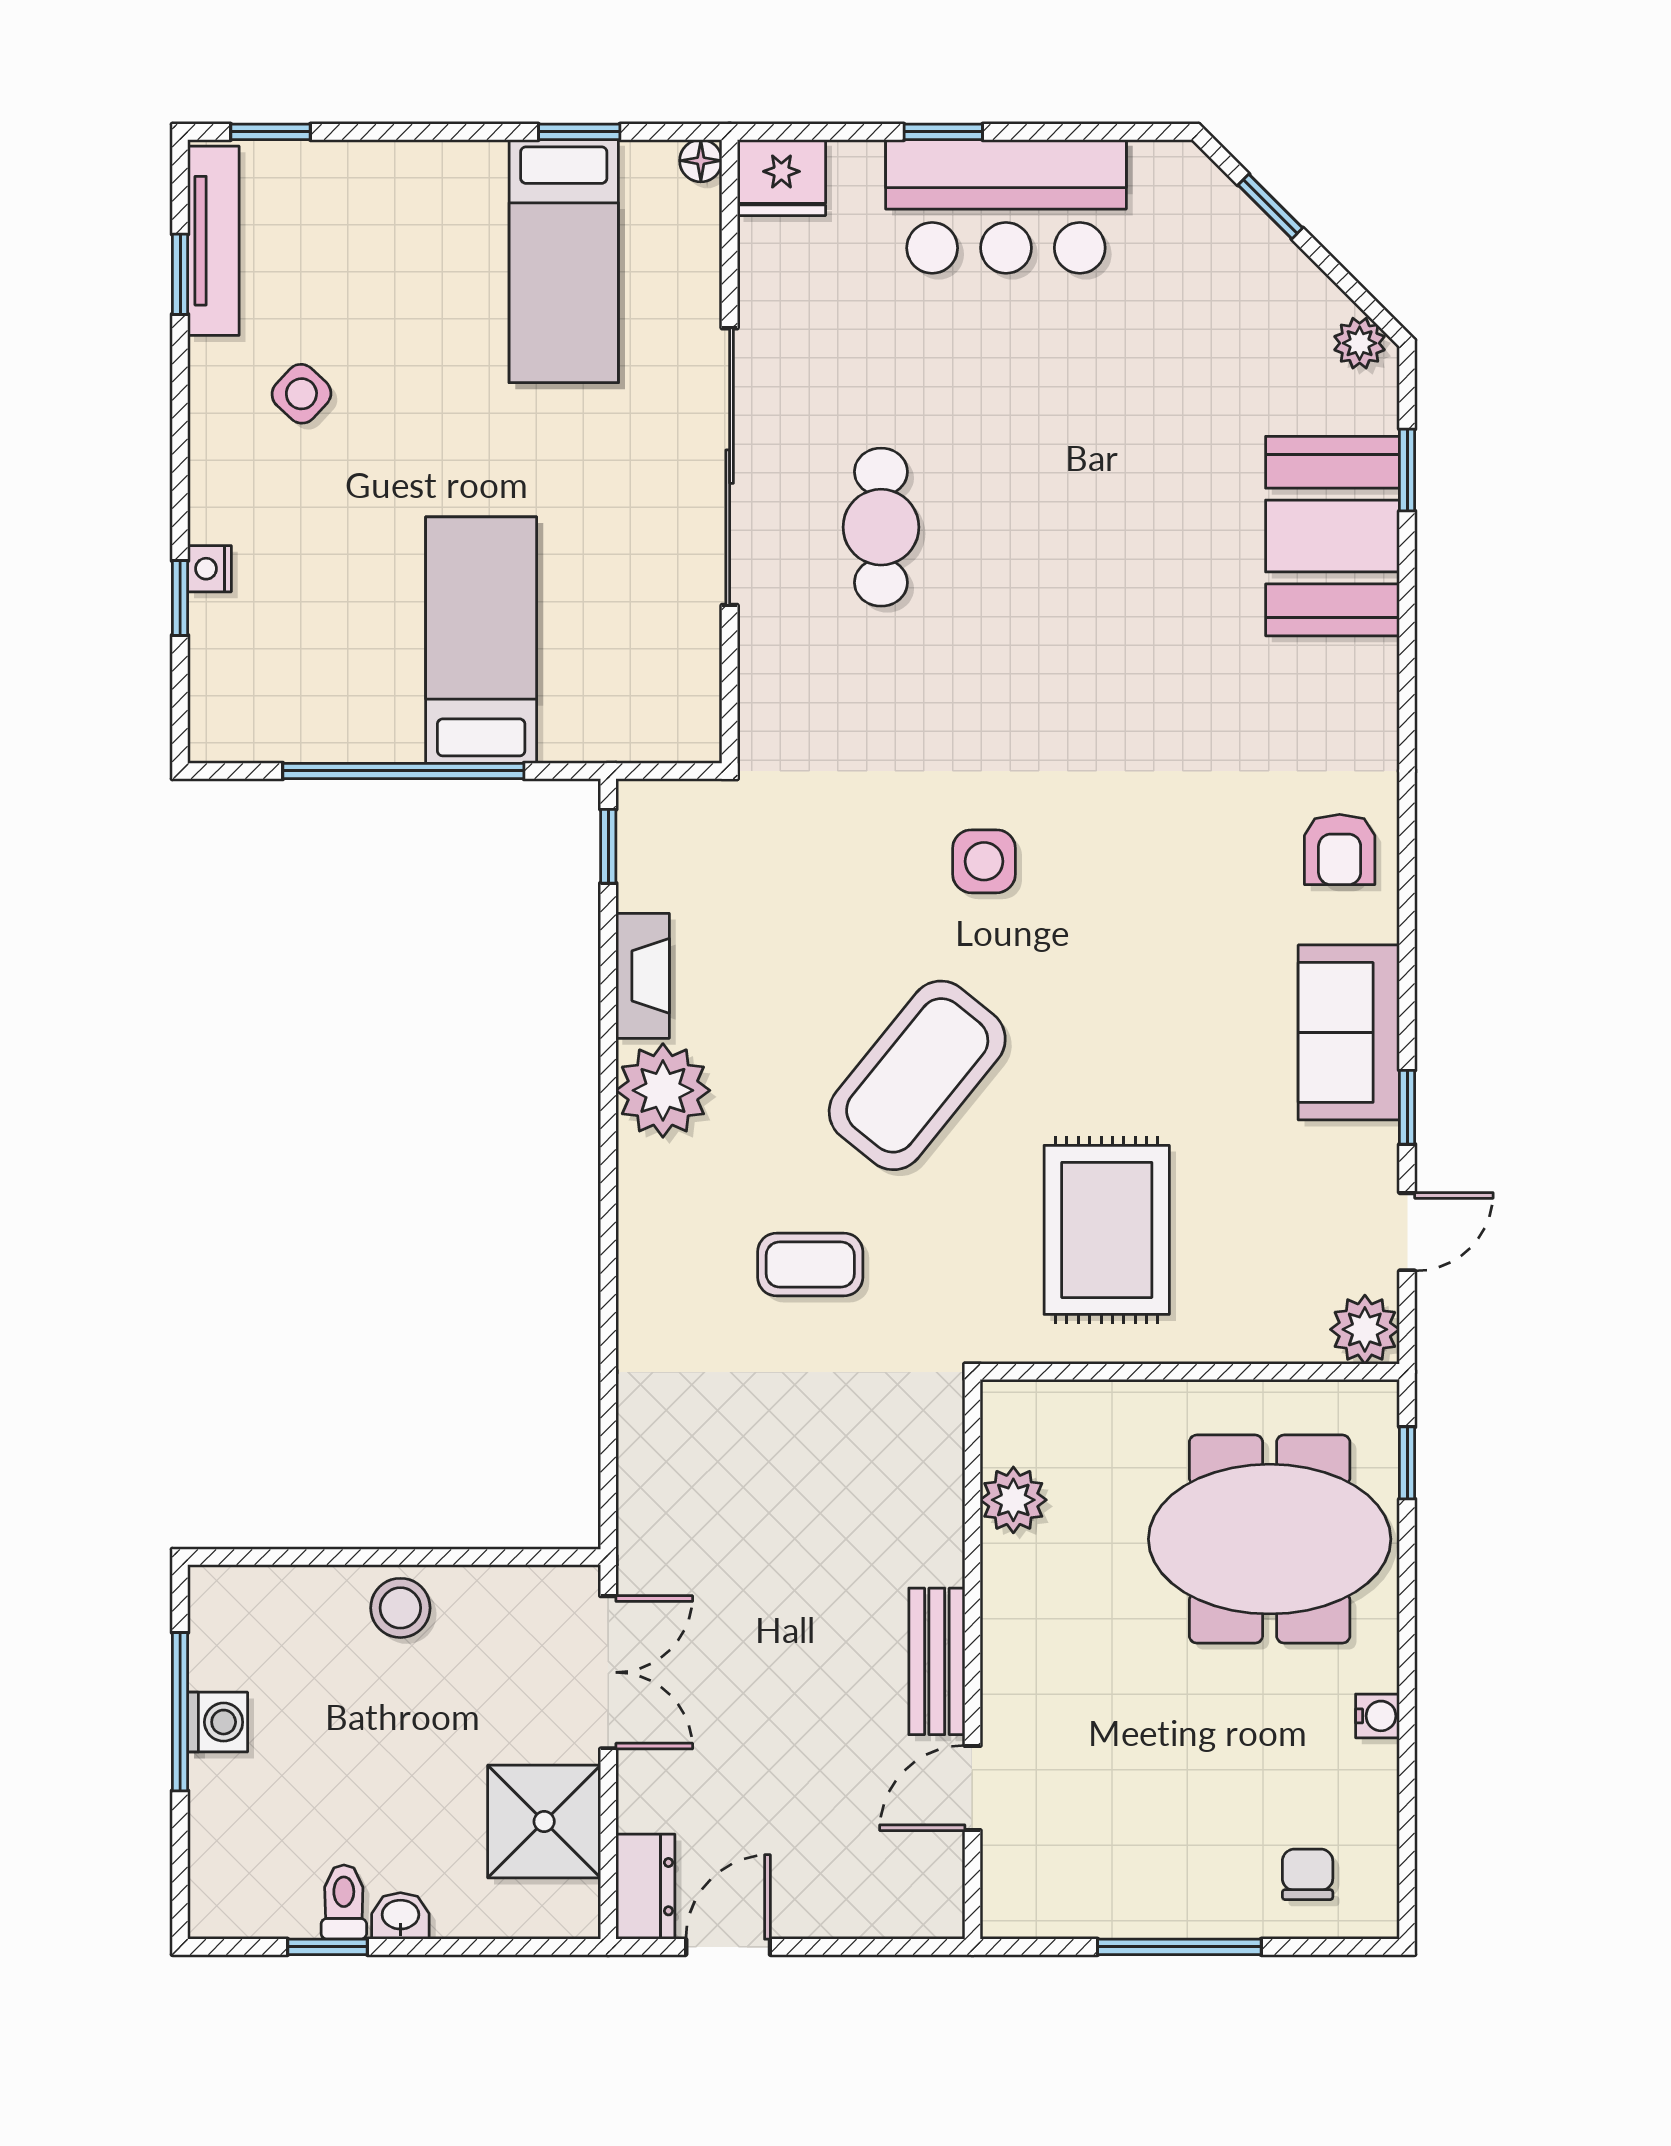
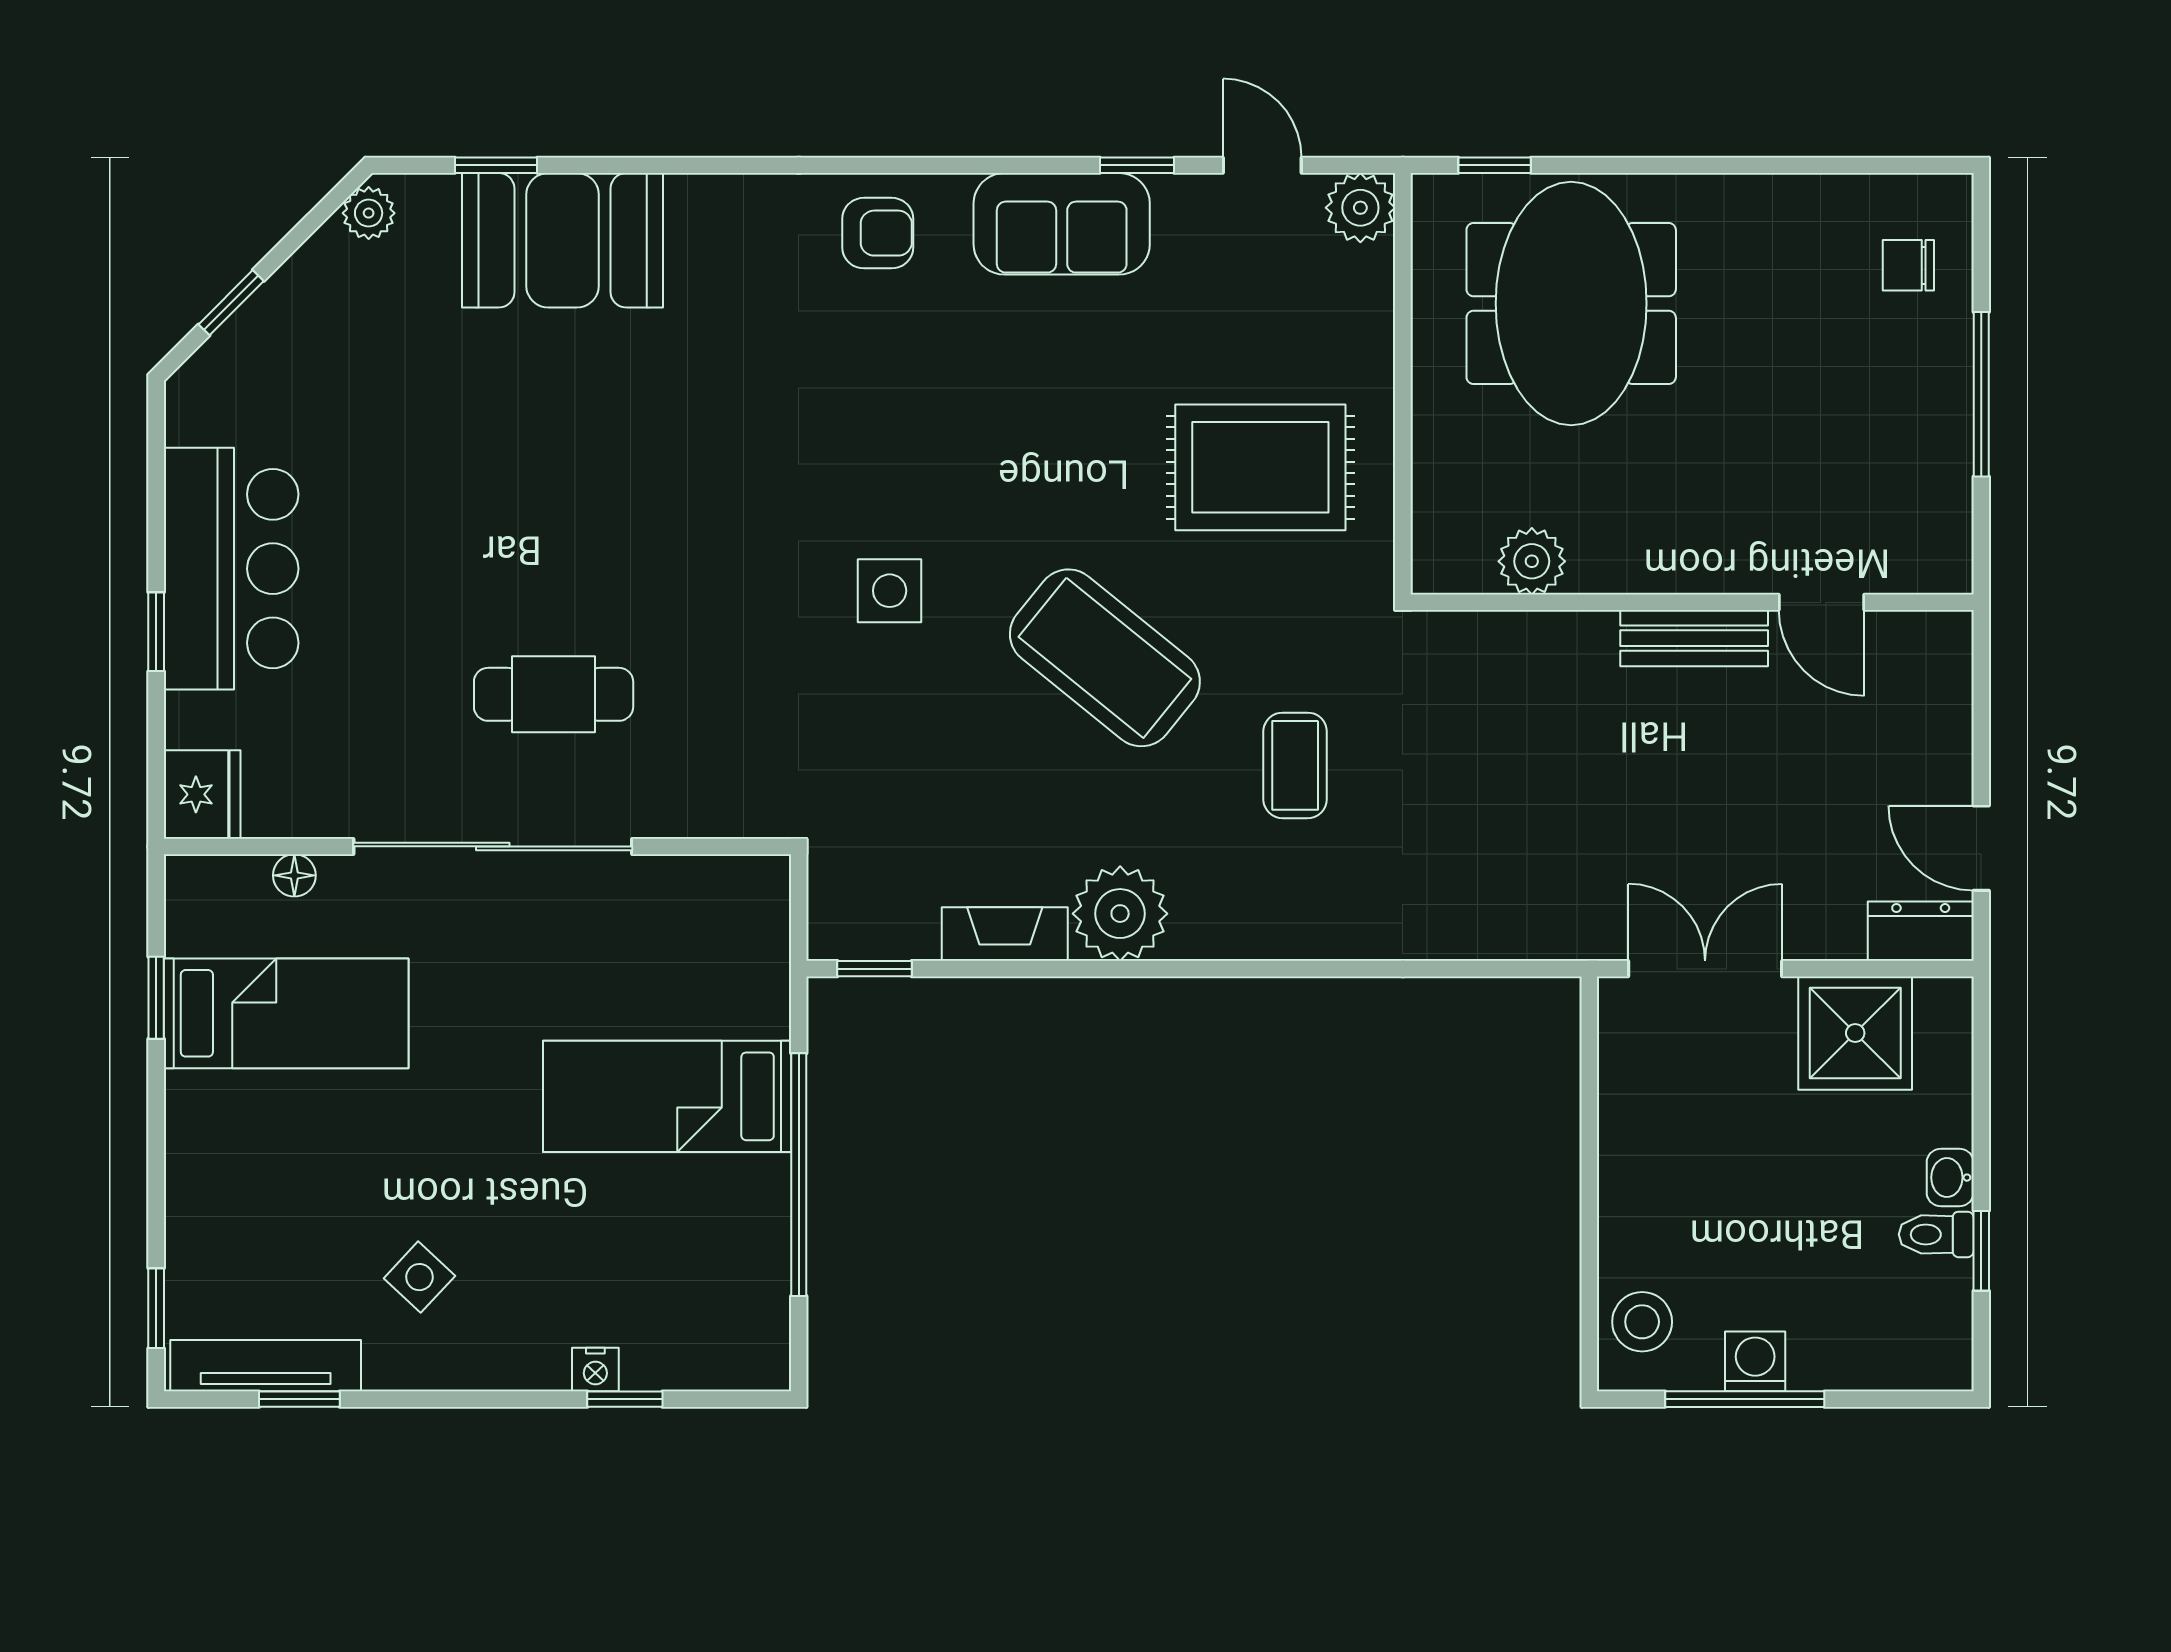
floor lamp: (701, 161) -> (294, 875), moved
stool: (400, 1608) -> (1642, 1322), moved
water cooler: (1377, 1716) -> (1749, 195), removed

